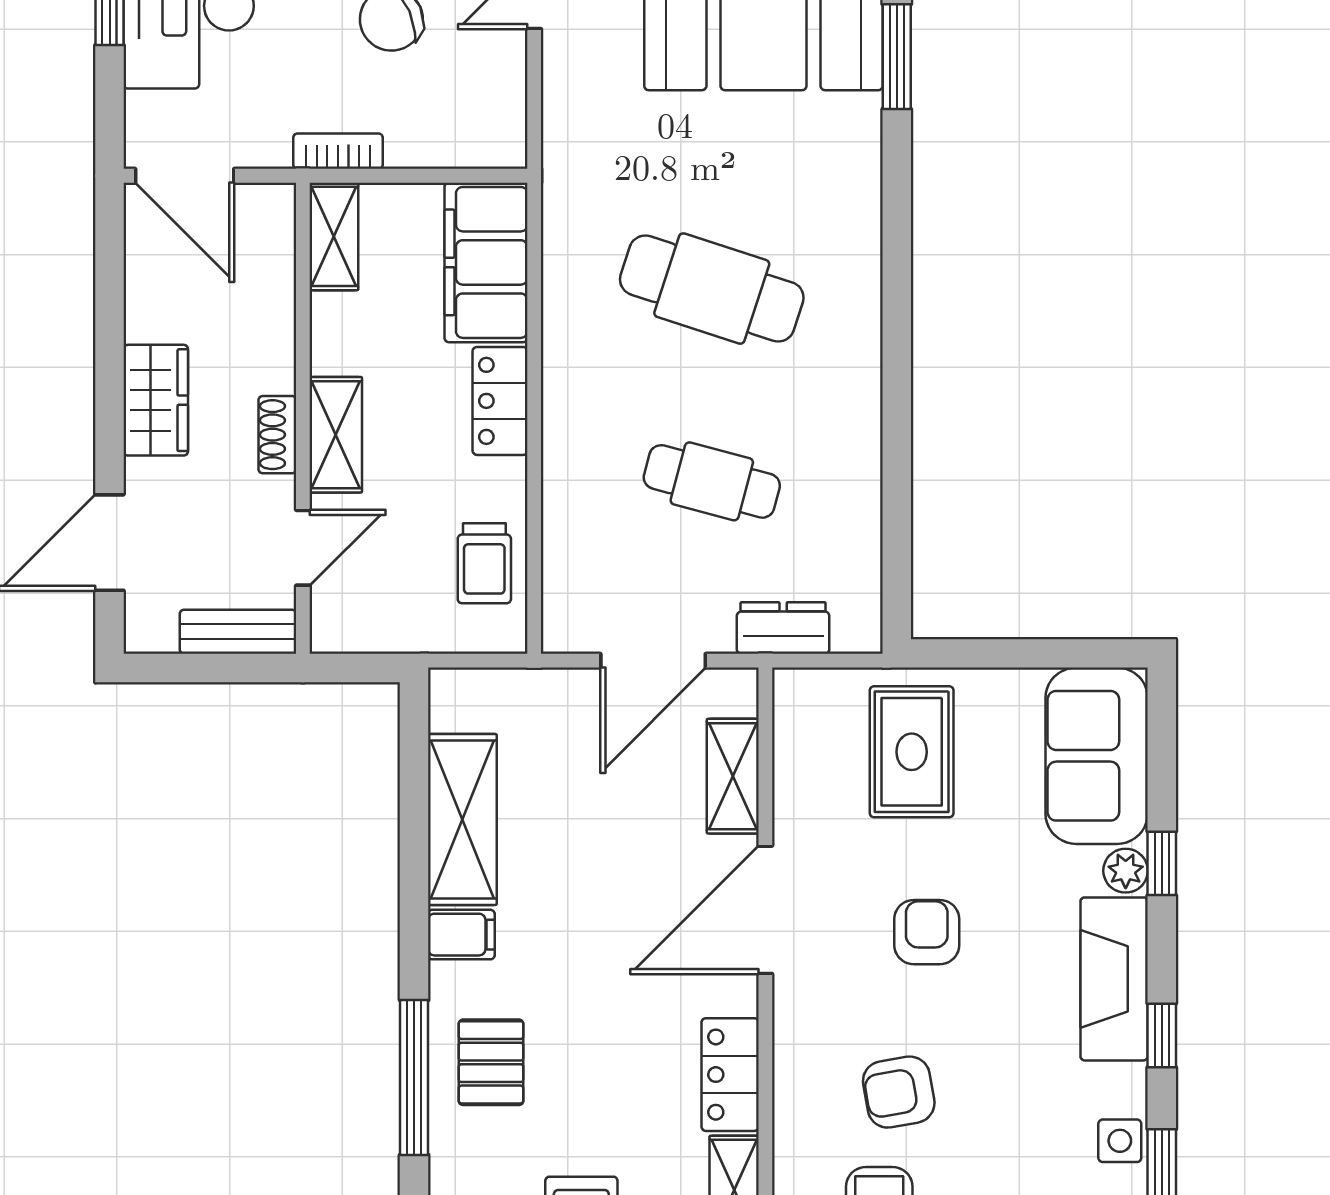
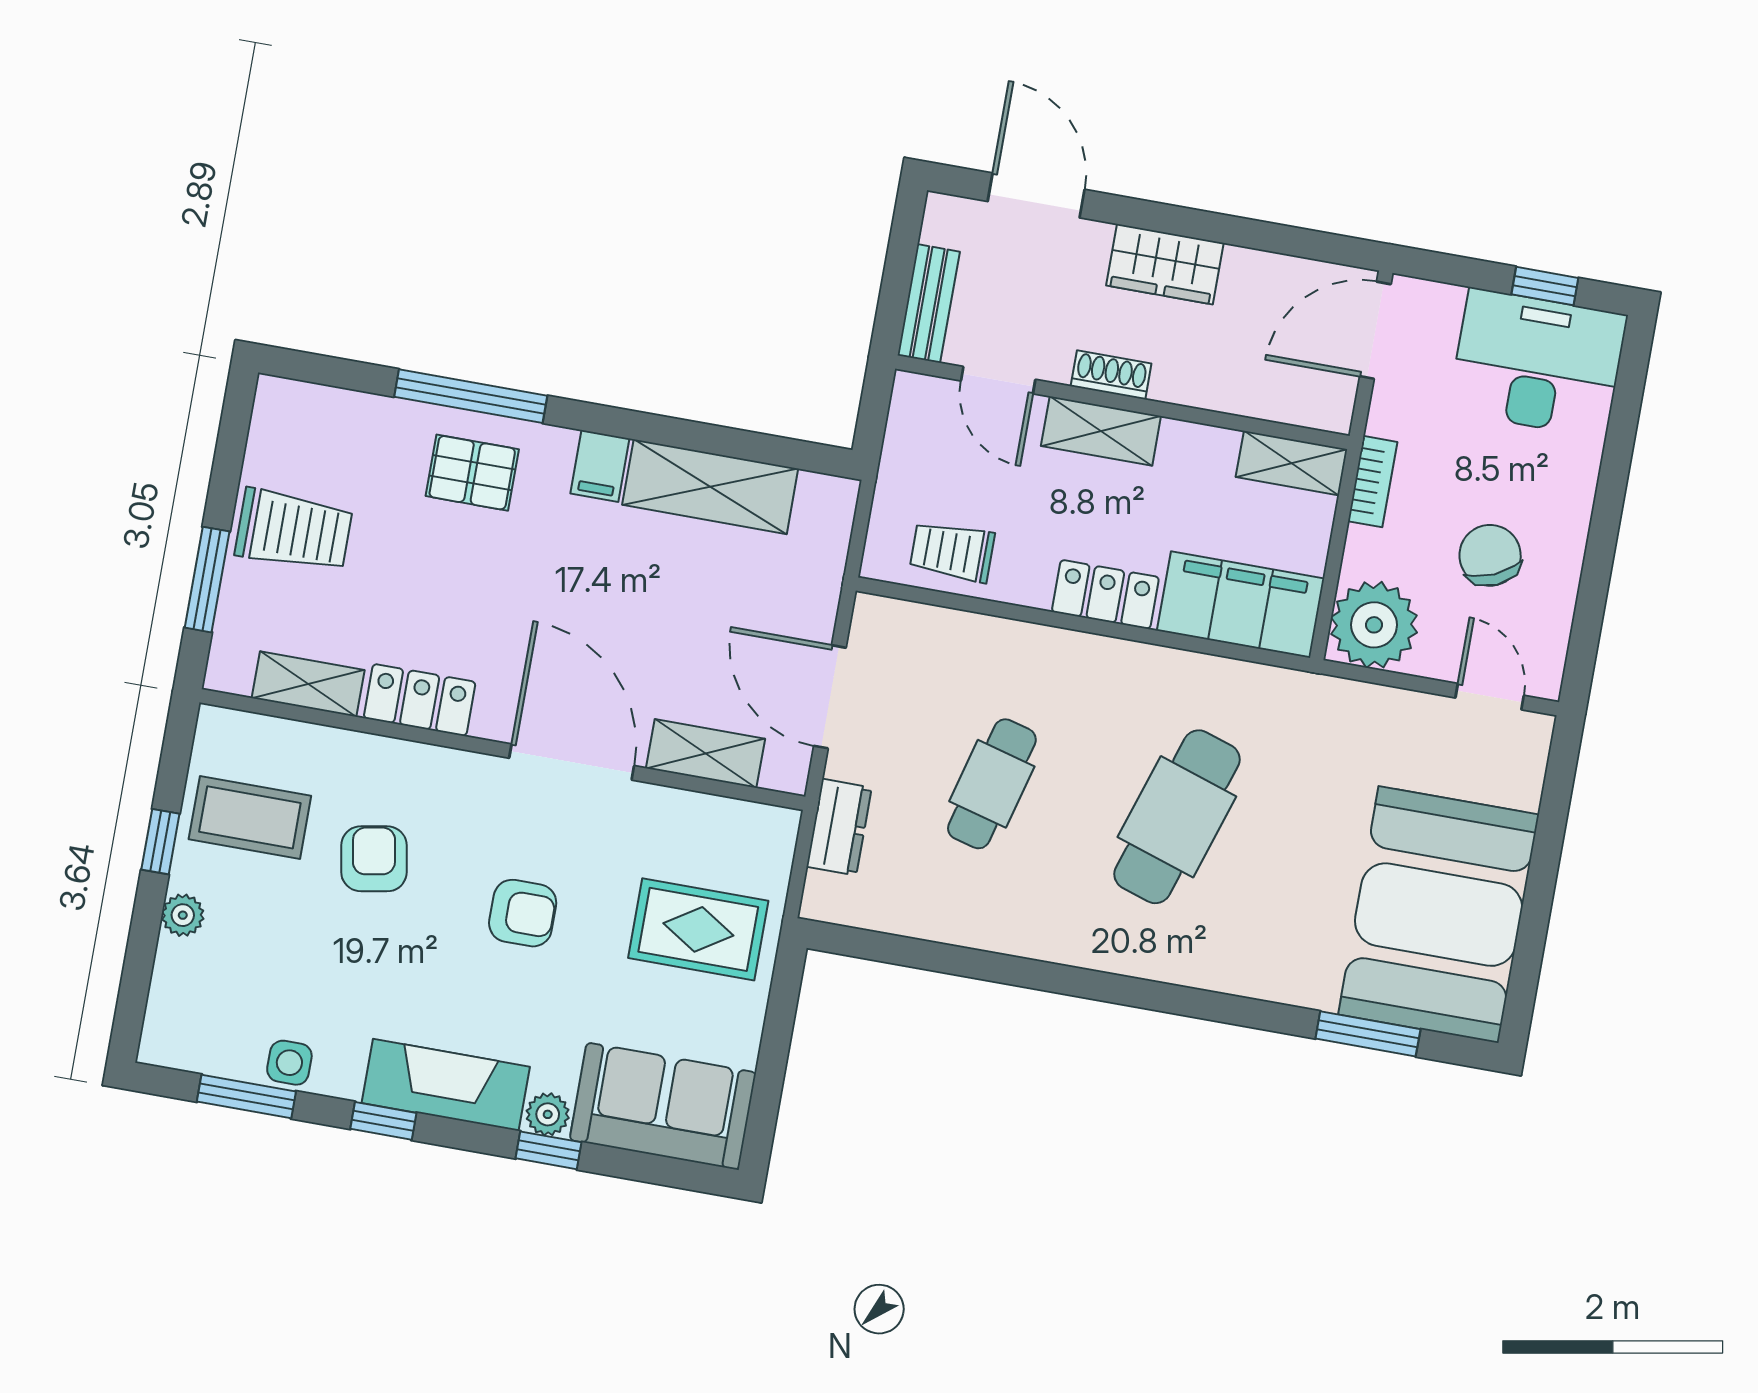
plant: (482, 124) -> (1374, 625), added

